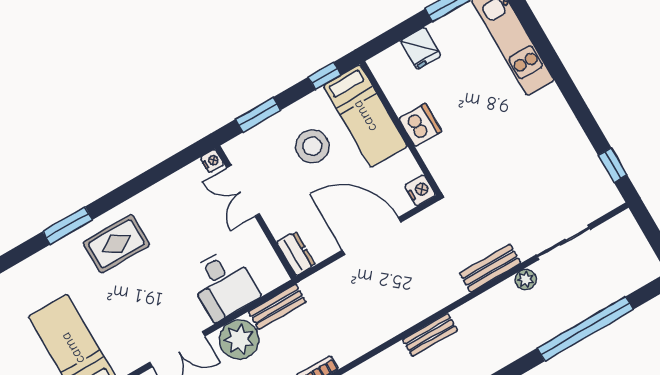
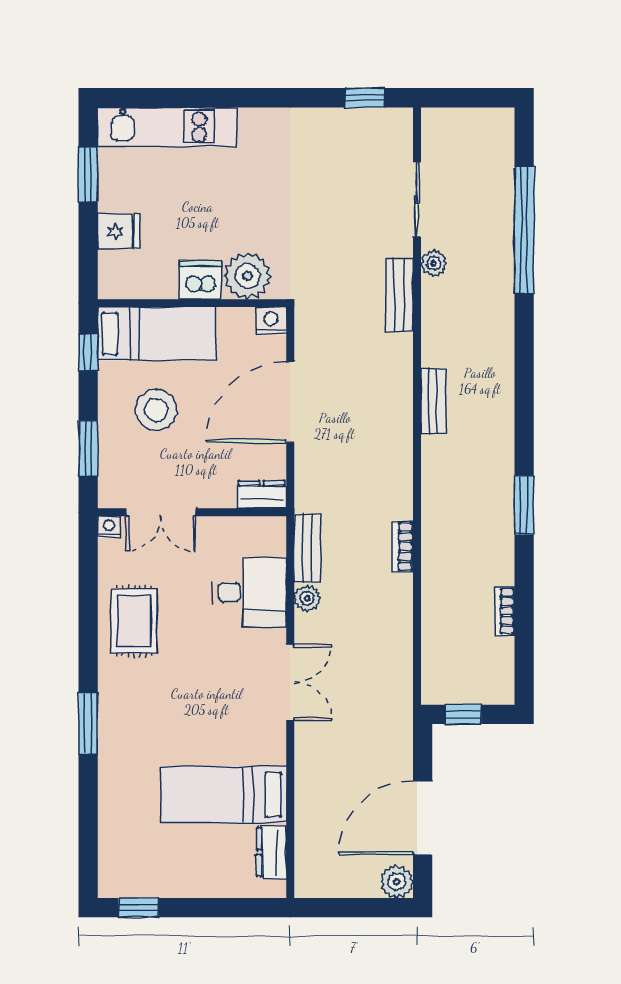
plant: (442, 156) -> (248, 276), added
rug: (116, 244) -> (134, 621), moved
plant: (239, 340) -> (307, 598), width x0.53, depth x0.53

